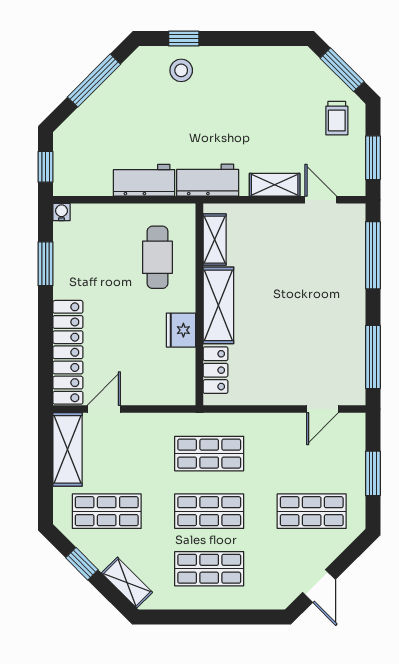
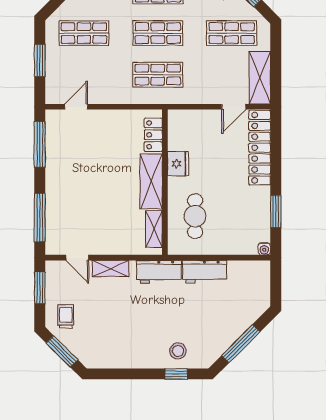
window: (46, 167) -> (276, 281), removed

